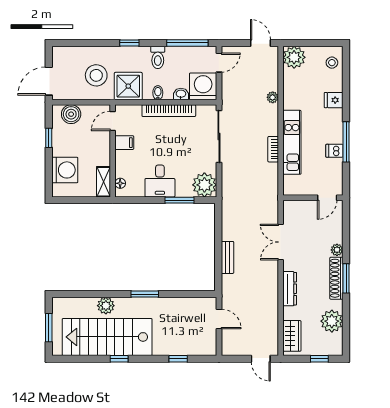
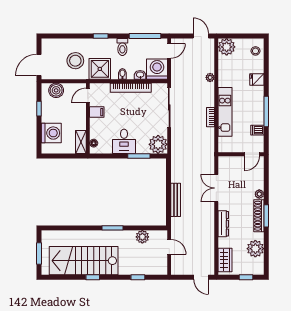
dishwasher: (334, 151) -> (257, 130), moved
bench: (227, 257) -> (176, 200), width x1.36
plant: (106, 306) -> (142, 237), moved

